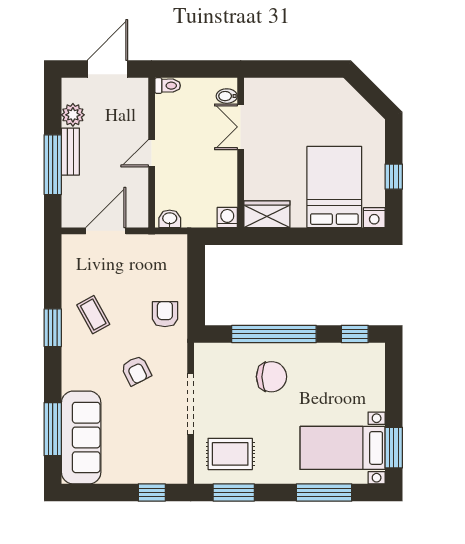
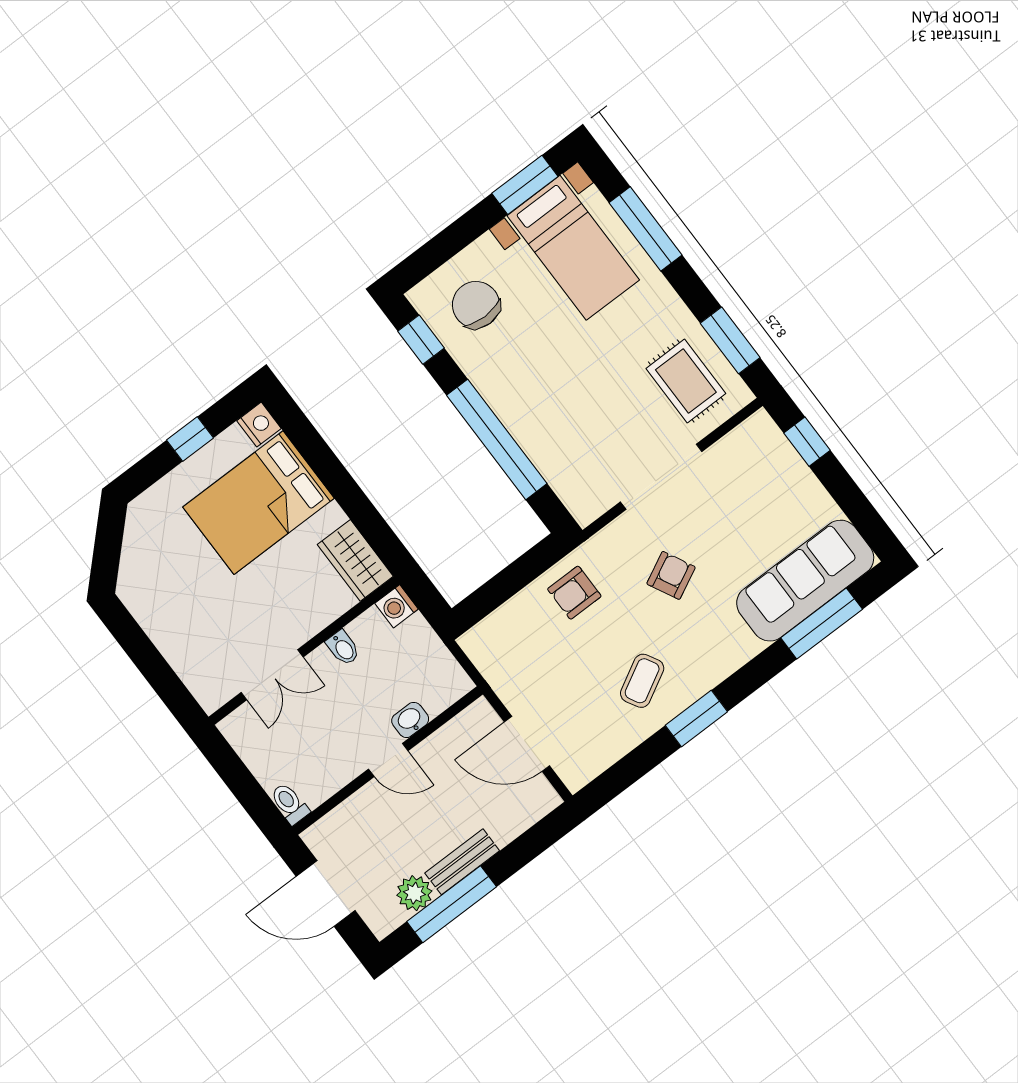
bidet: (227, 96) -> (343, 648), moved
window: (53, 165) -> (452, 904), moved
washbasin: (170, 219) -> (410, 720), moved, turned 90
chair: (271, 377) -> (476, 305), moved

